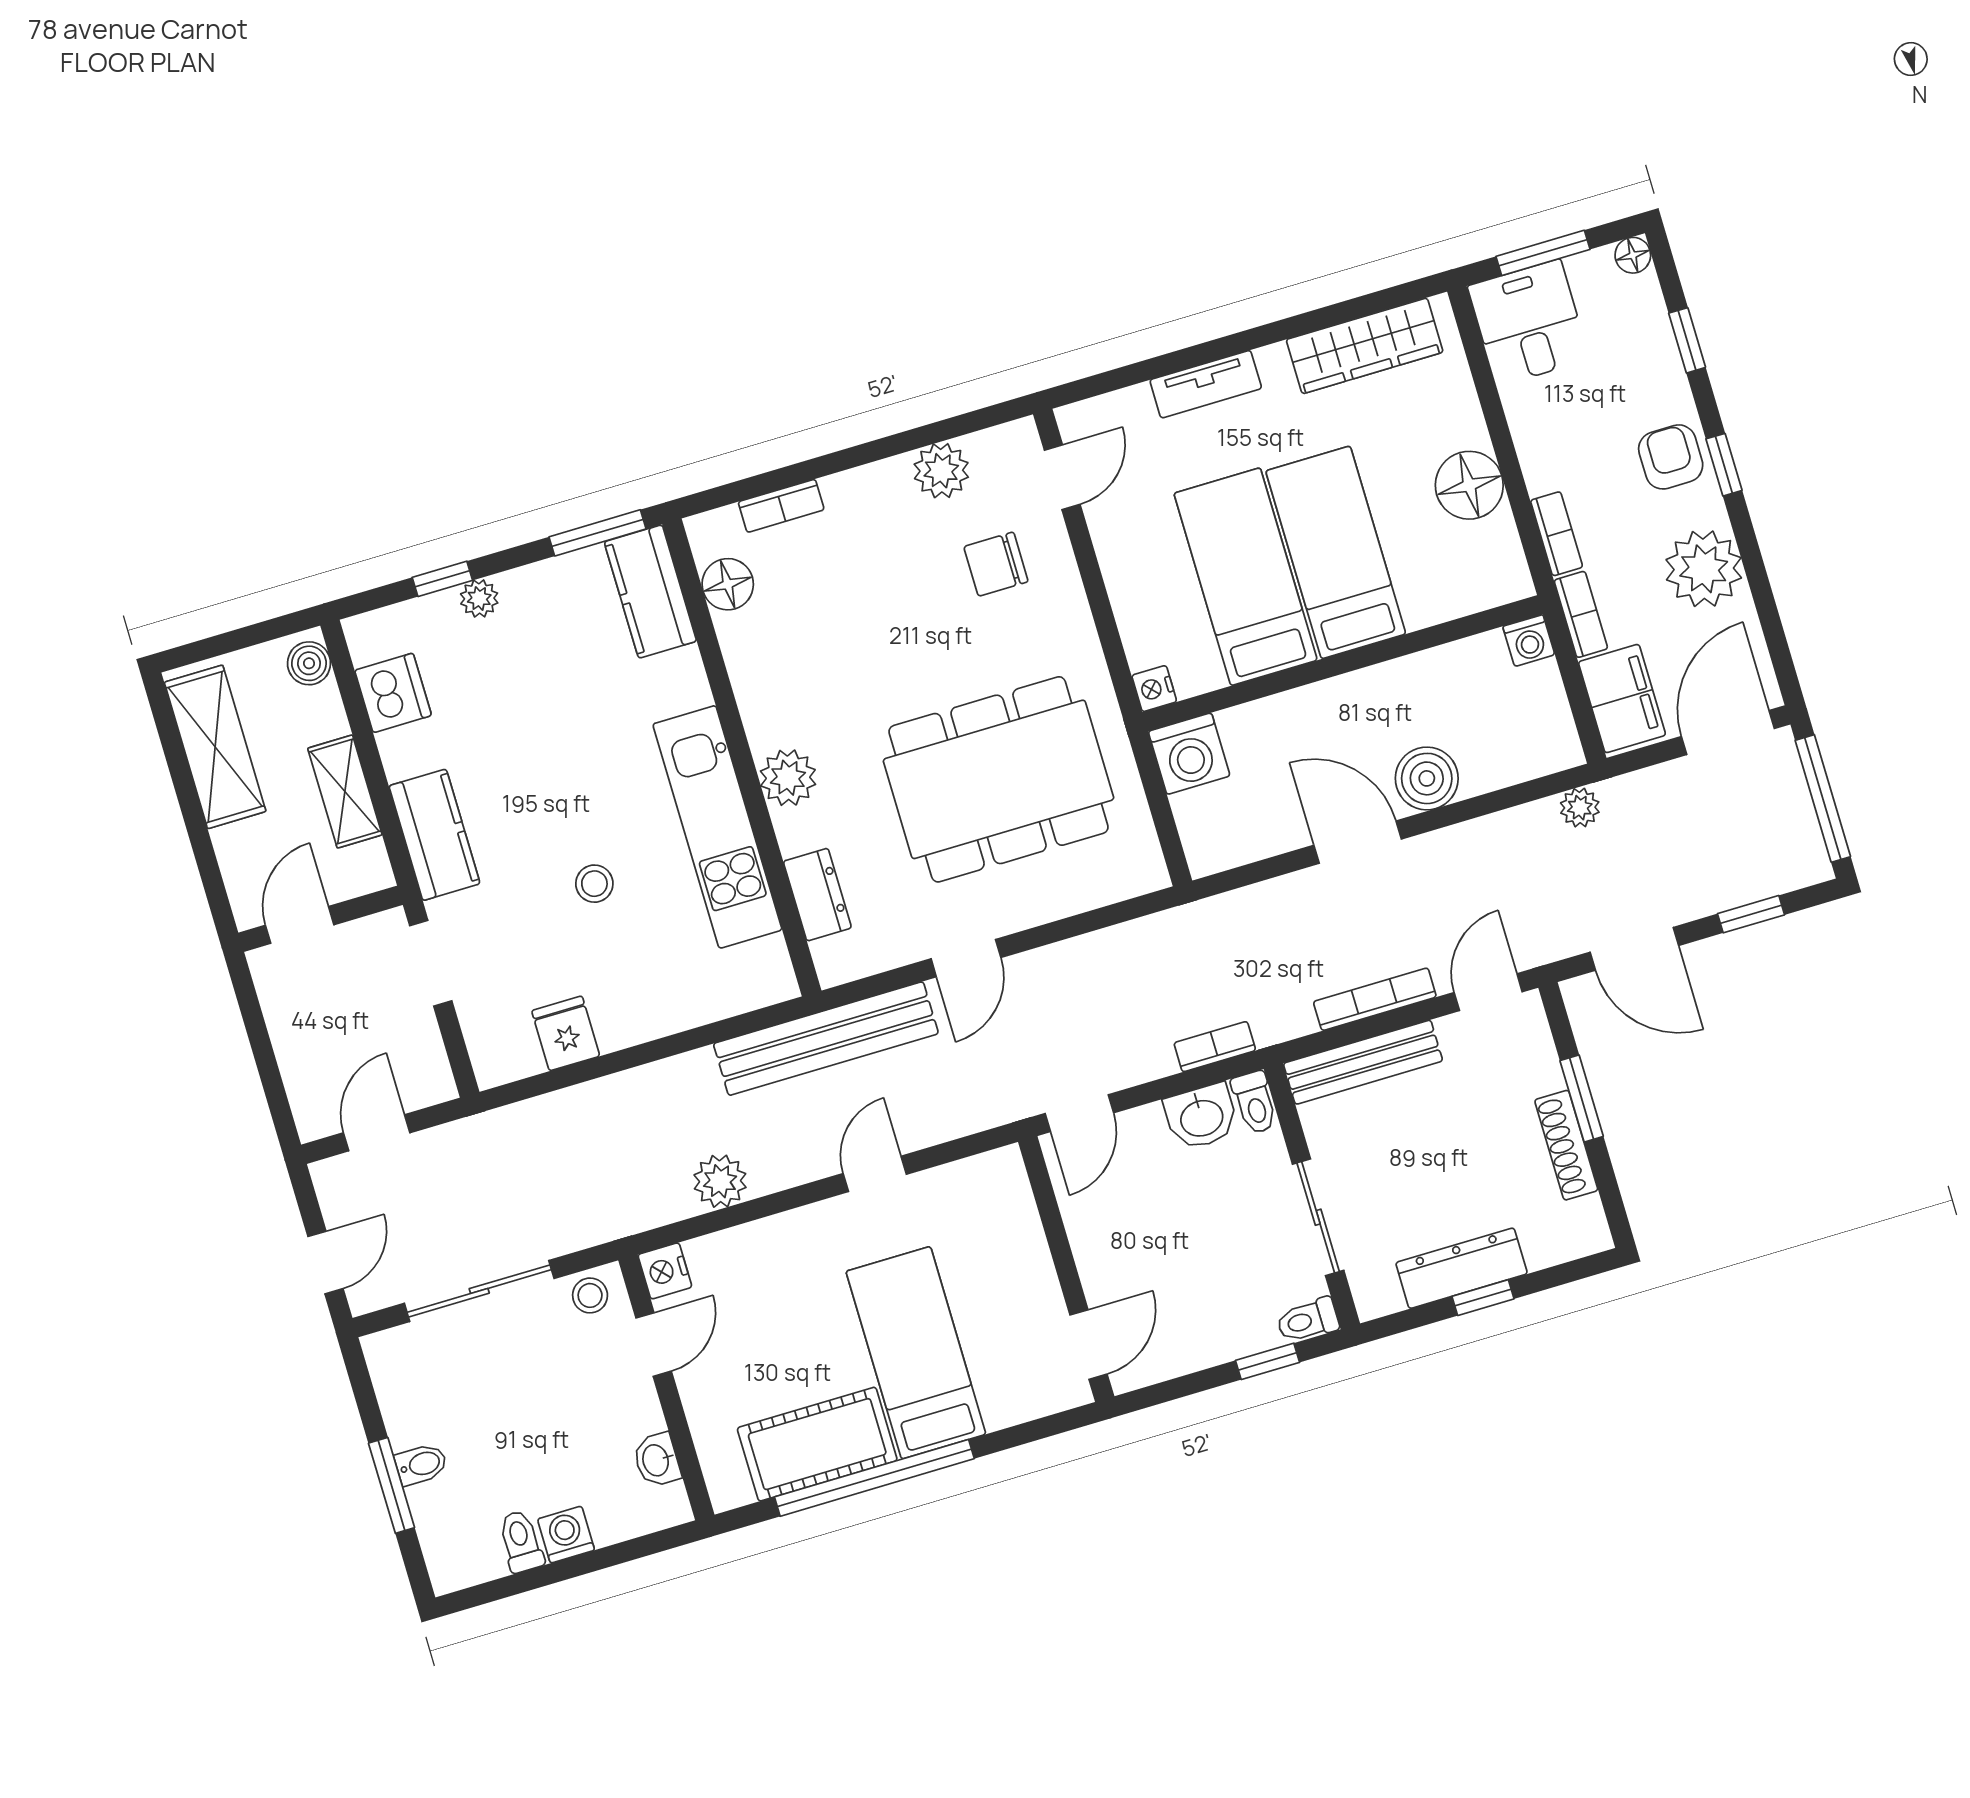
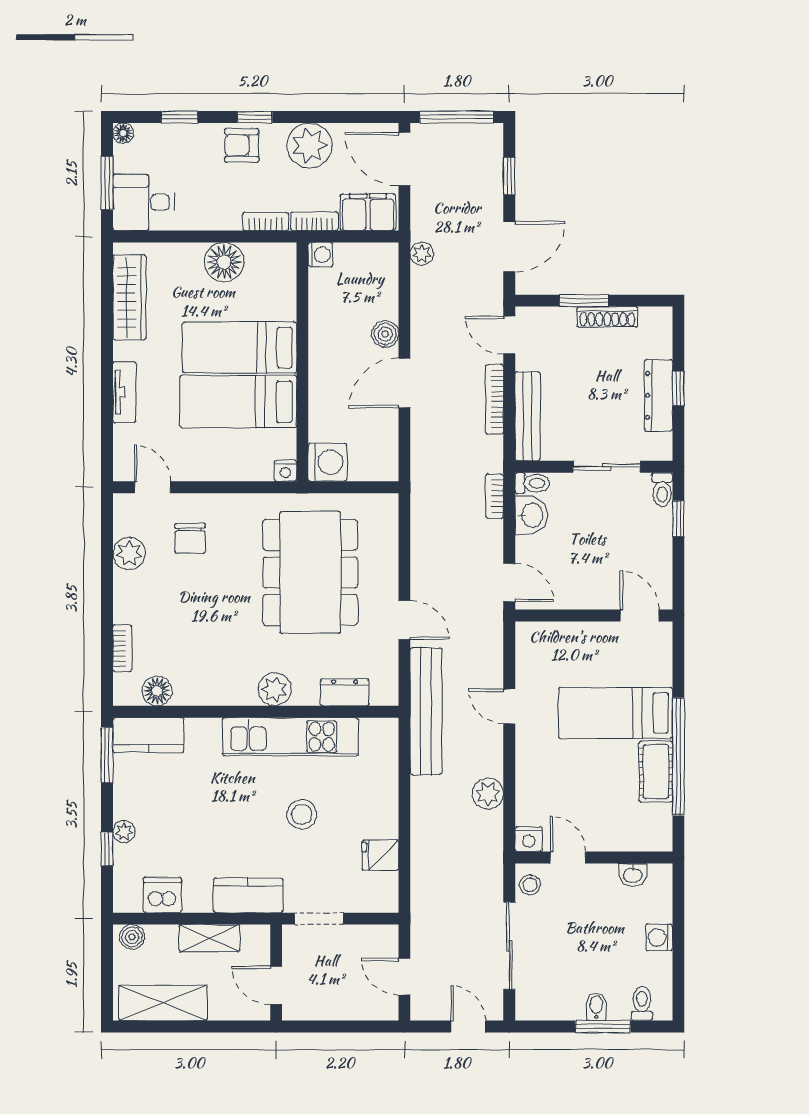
boiler: (1427, 778) -> (385, 334), width x0.73, depth x0.73
stool: (594, 884) -> (302, 814), width x1.37, depth x1.37
cot: (817, 1444) -> (656, 772), width x0.73, depth x0.75
toilet: (521, 1541) -> (642, 1004), moved, turned 90

